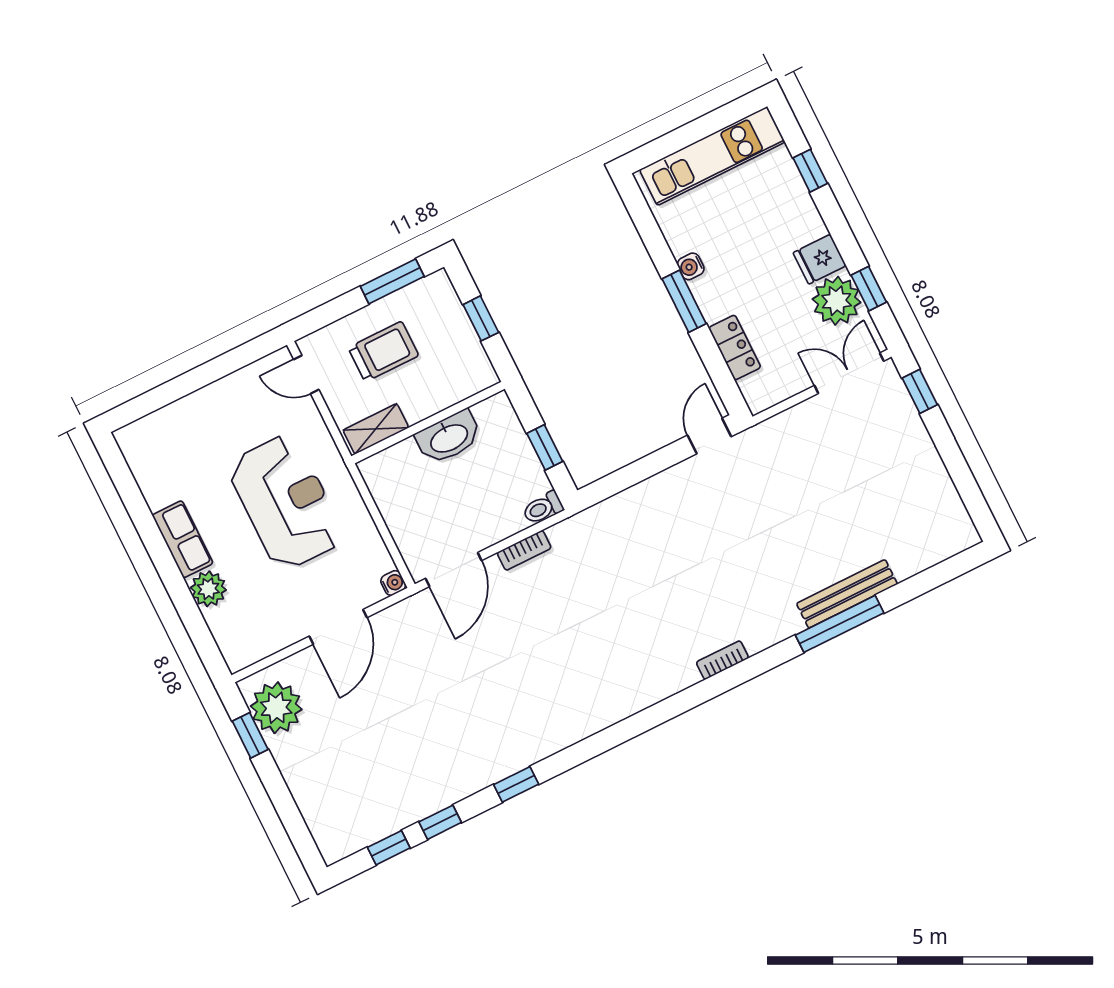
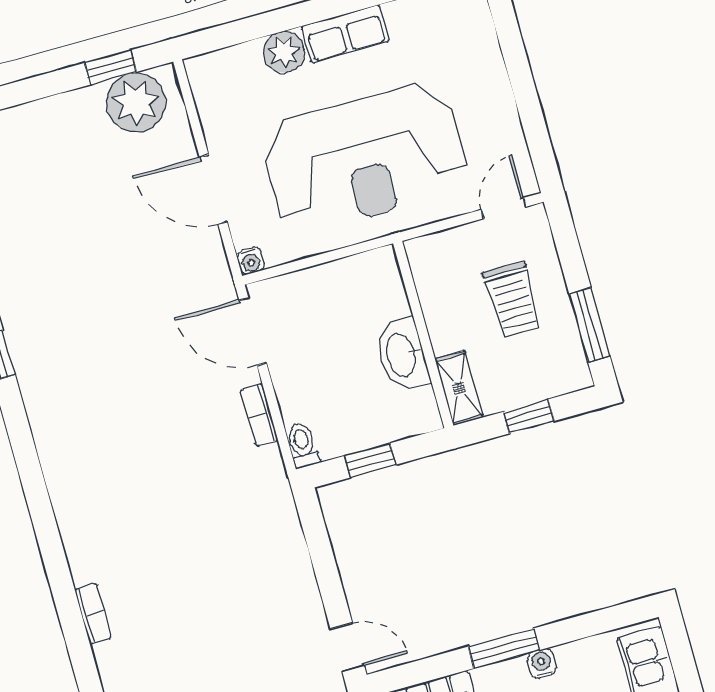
shelving: (376, 429) -> (459, 388), moved
reception desk: (286, 502) -> (365, 158), width x1.36, depth x1.30

